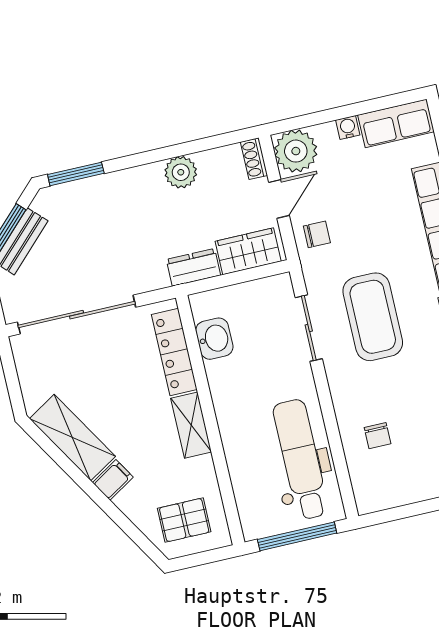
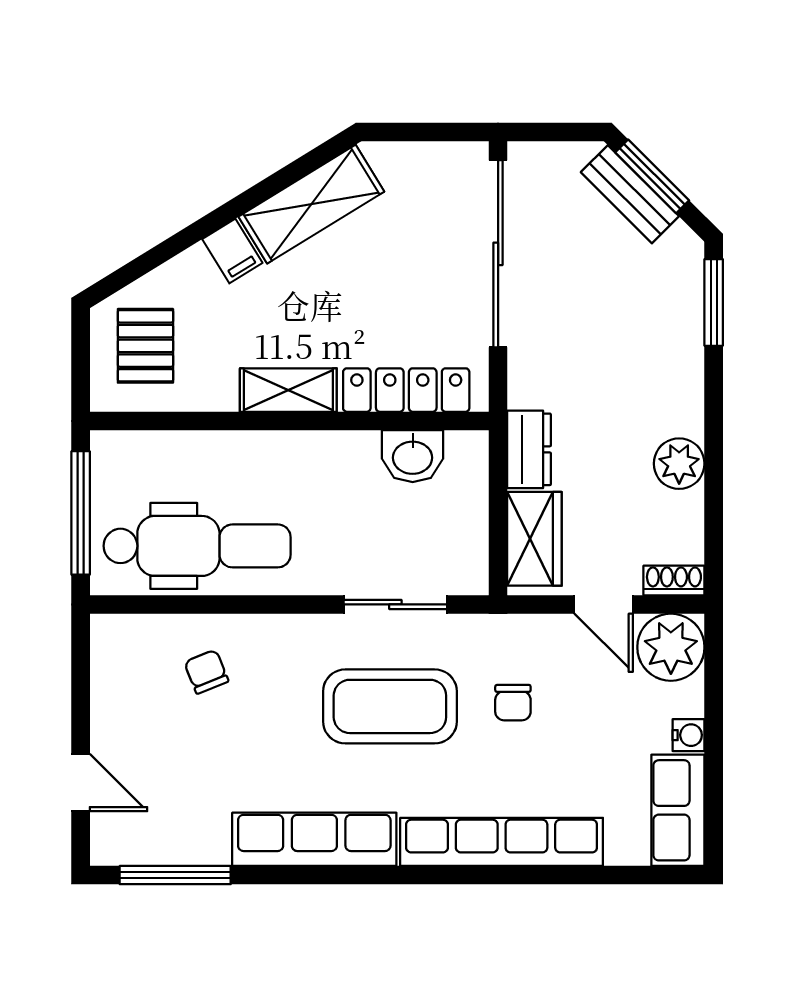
chair: (317, 234) -> (513, 703), moved
chair: (378, 436) -> (206, 672), turned 68

